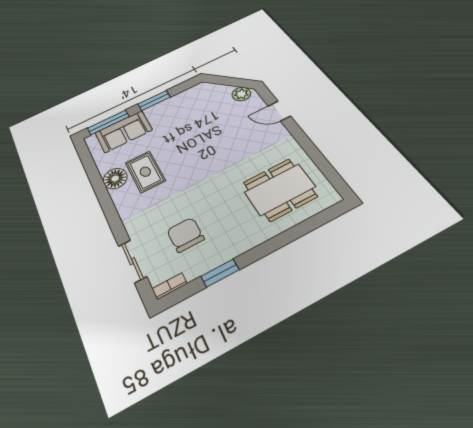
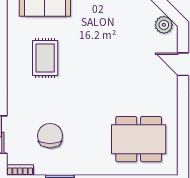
floor lamp: (115, 178) -> (18, 49), removed

